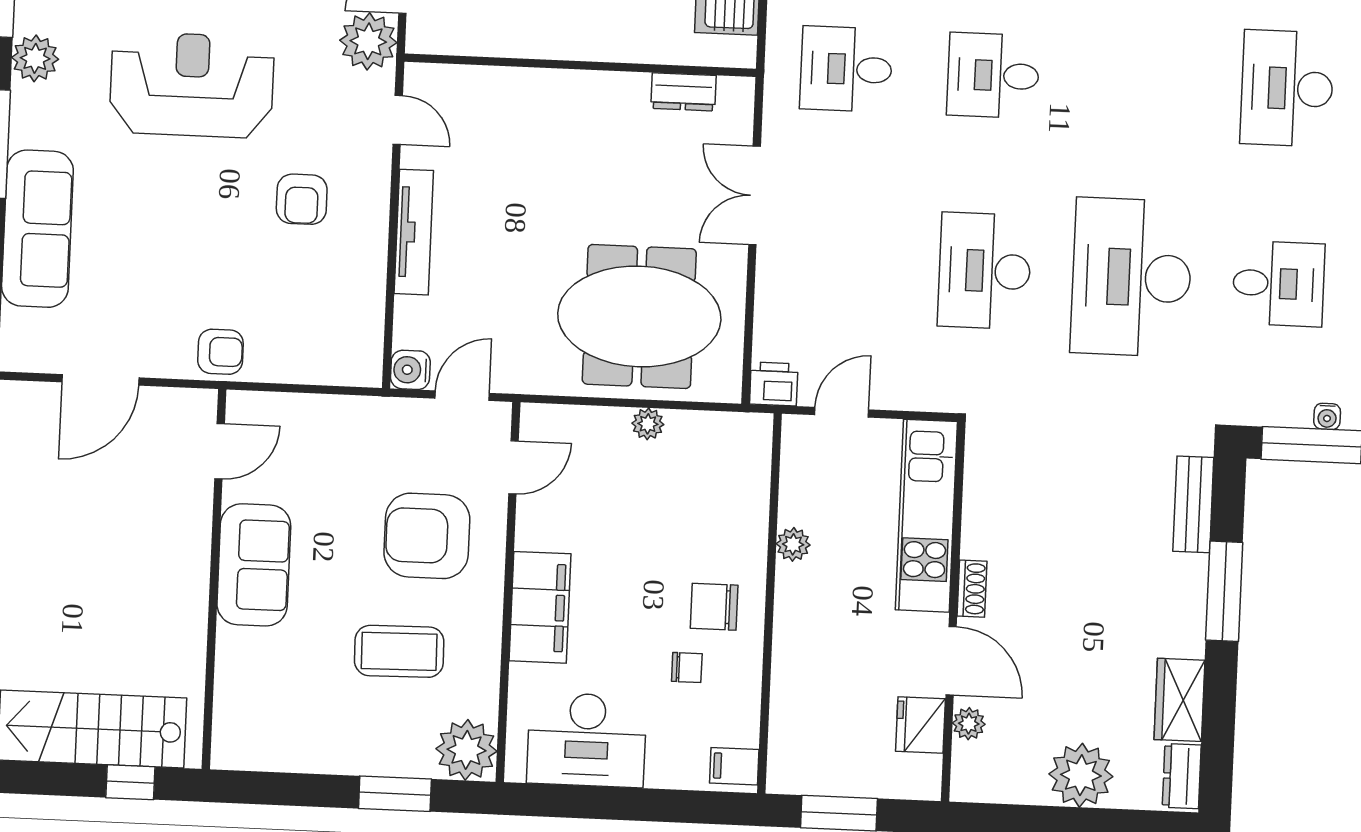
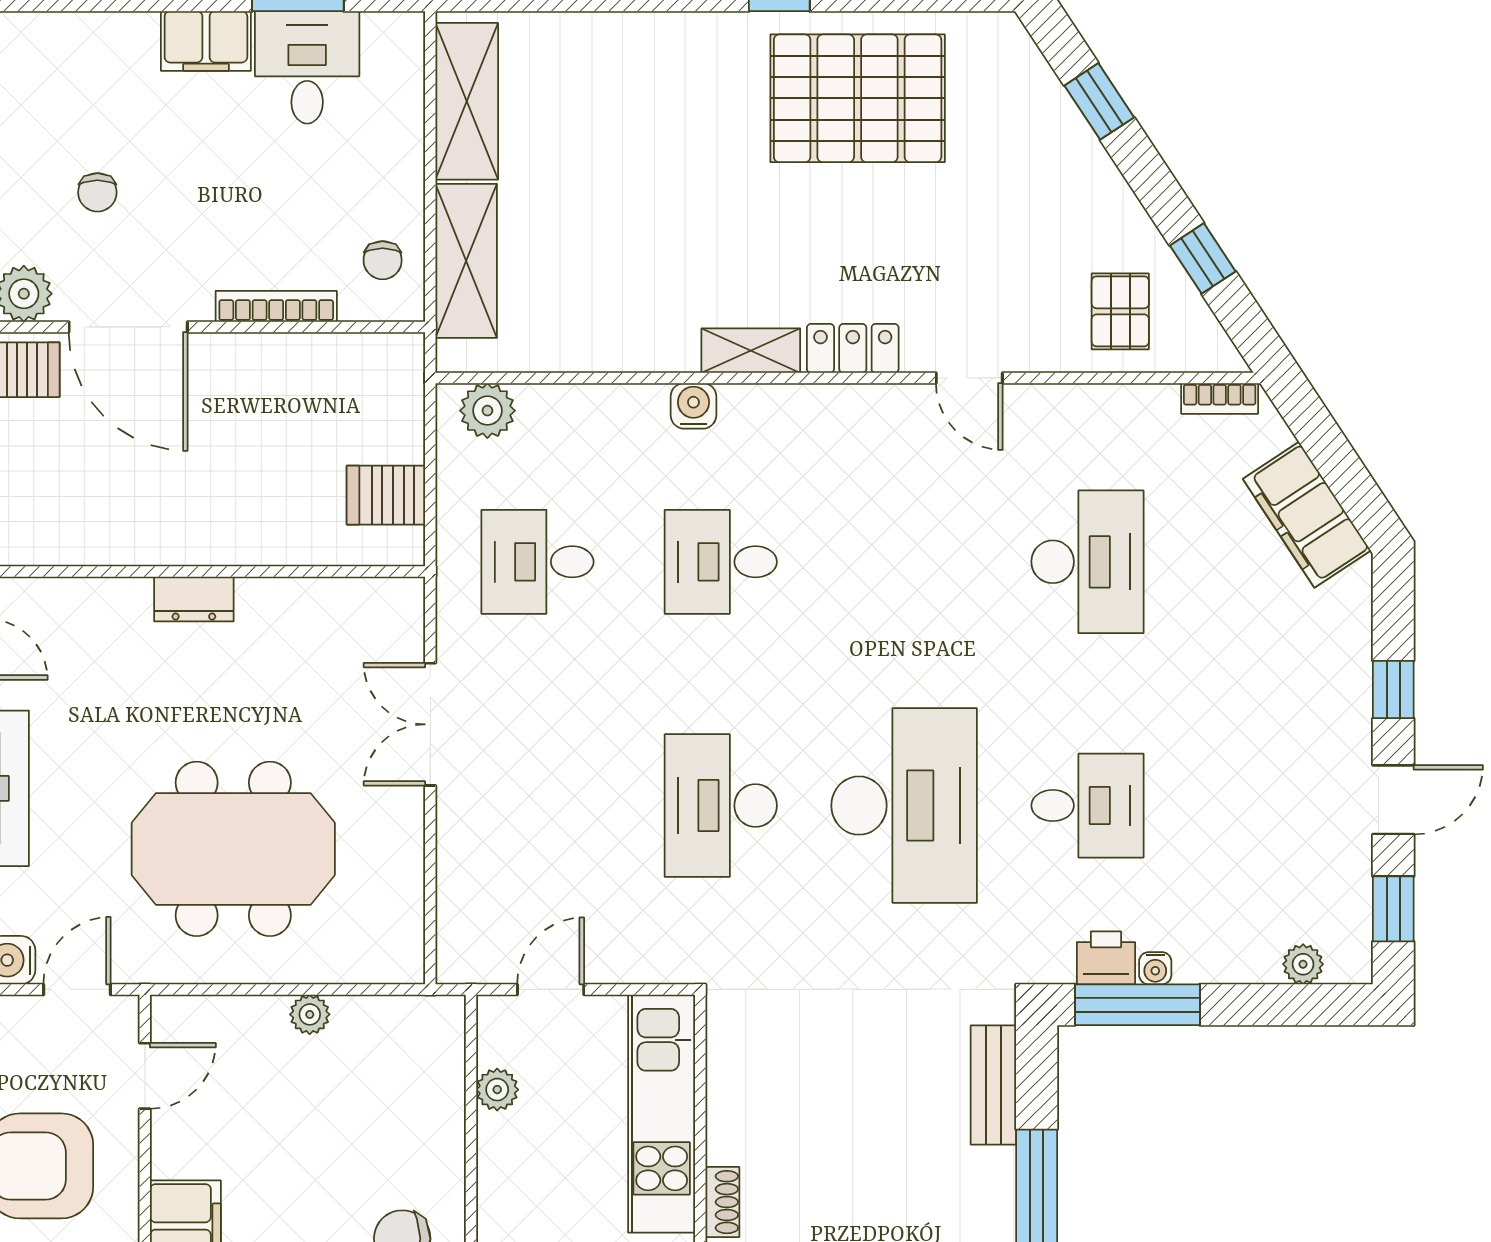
desk: (1287, 88) -> (1087, 562), turned 180
dresser: (684, 92) -> (194, 599), moved
desk: (1132, 277) -> (904, 806), turned 180
meeting table: (639, 316) -> (233, 849), moved
printer: (774, 384) -> (1106, 958), moved
plant: (793, 544) -> (497, 1090), moved

